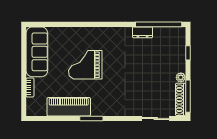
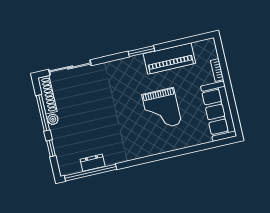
dresser: (142, 32) -> (93, 163), moved
grand piano: (85, 65) -> (162, 109), turned 90
window: (188, 96) -> (43, 113), moved
sliding door: (156, 119) -> (70, 67), width x1.37

